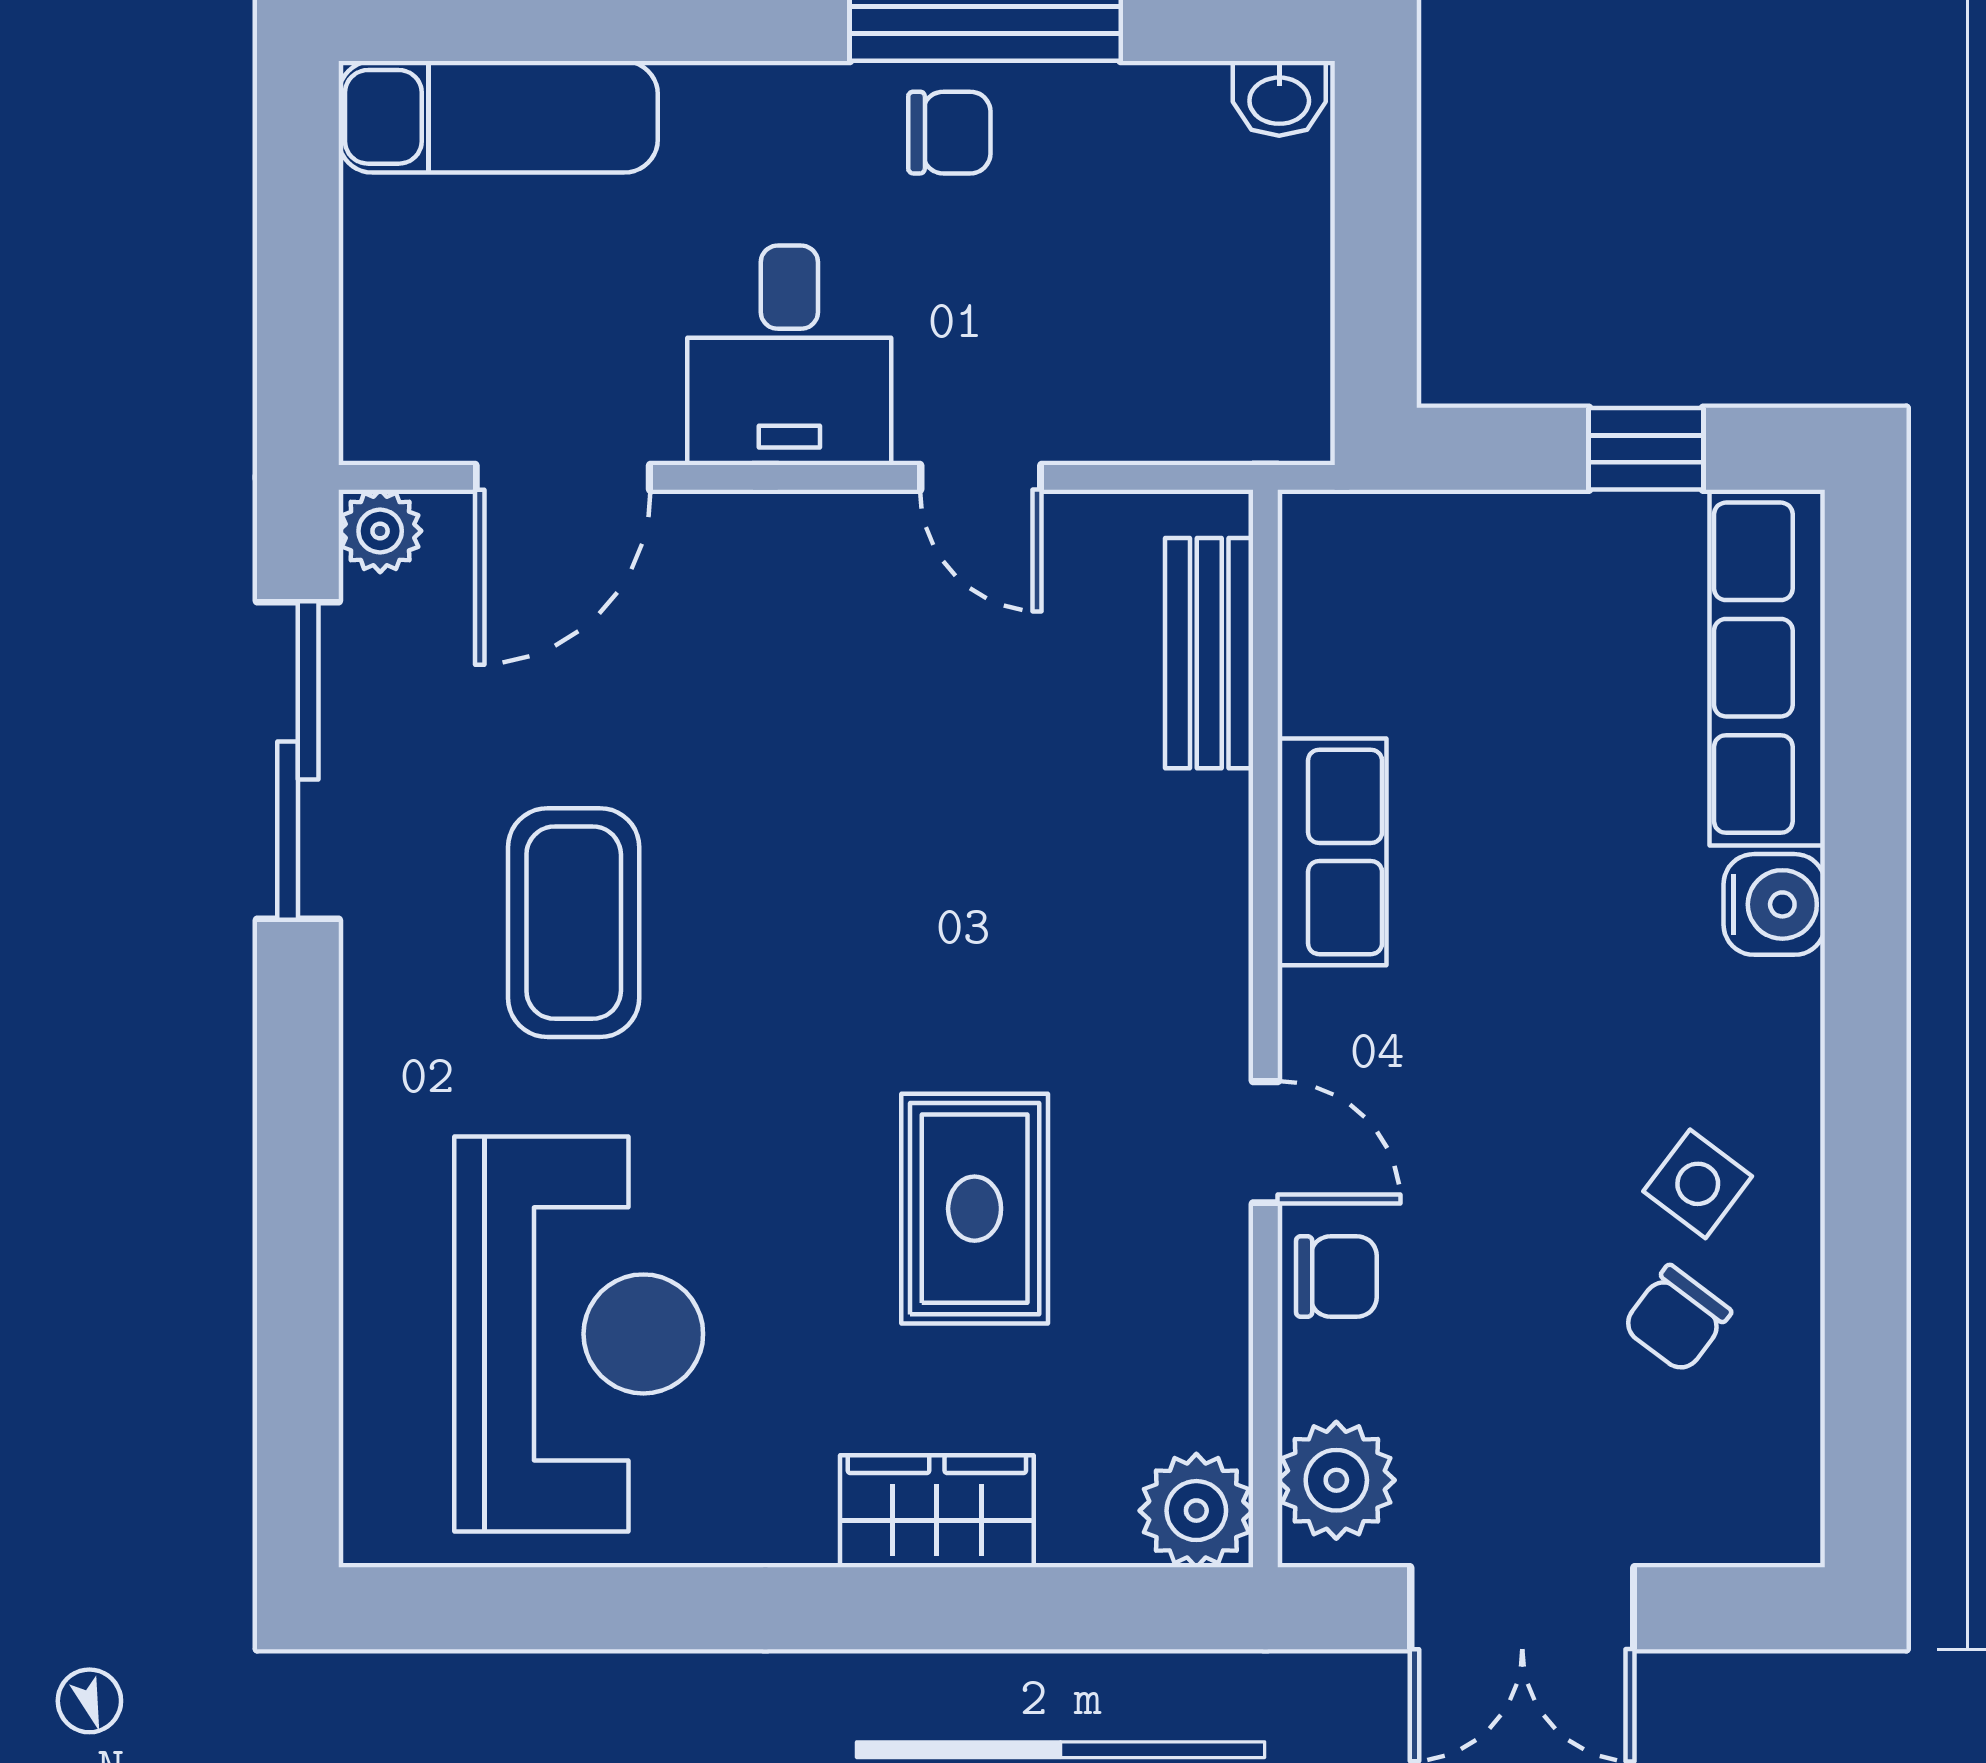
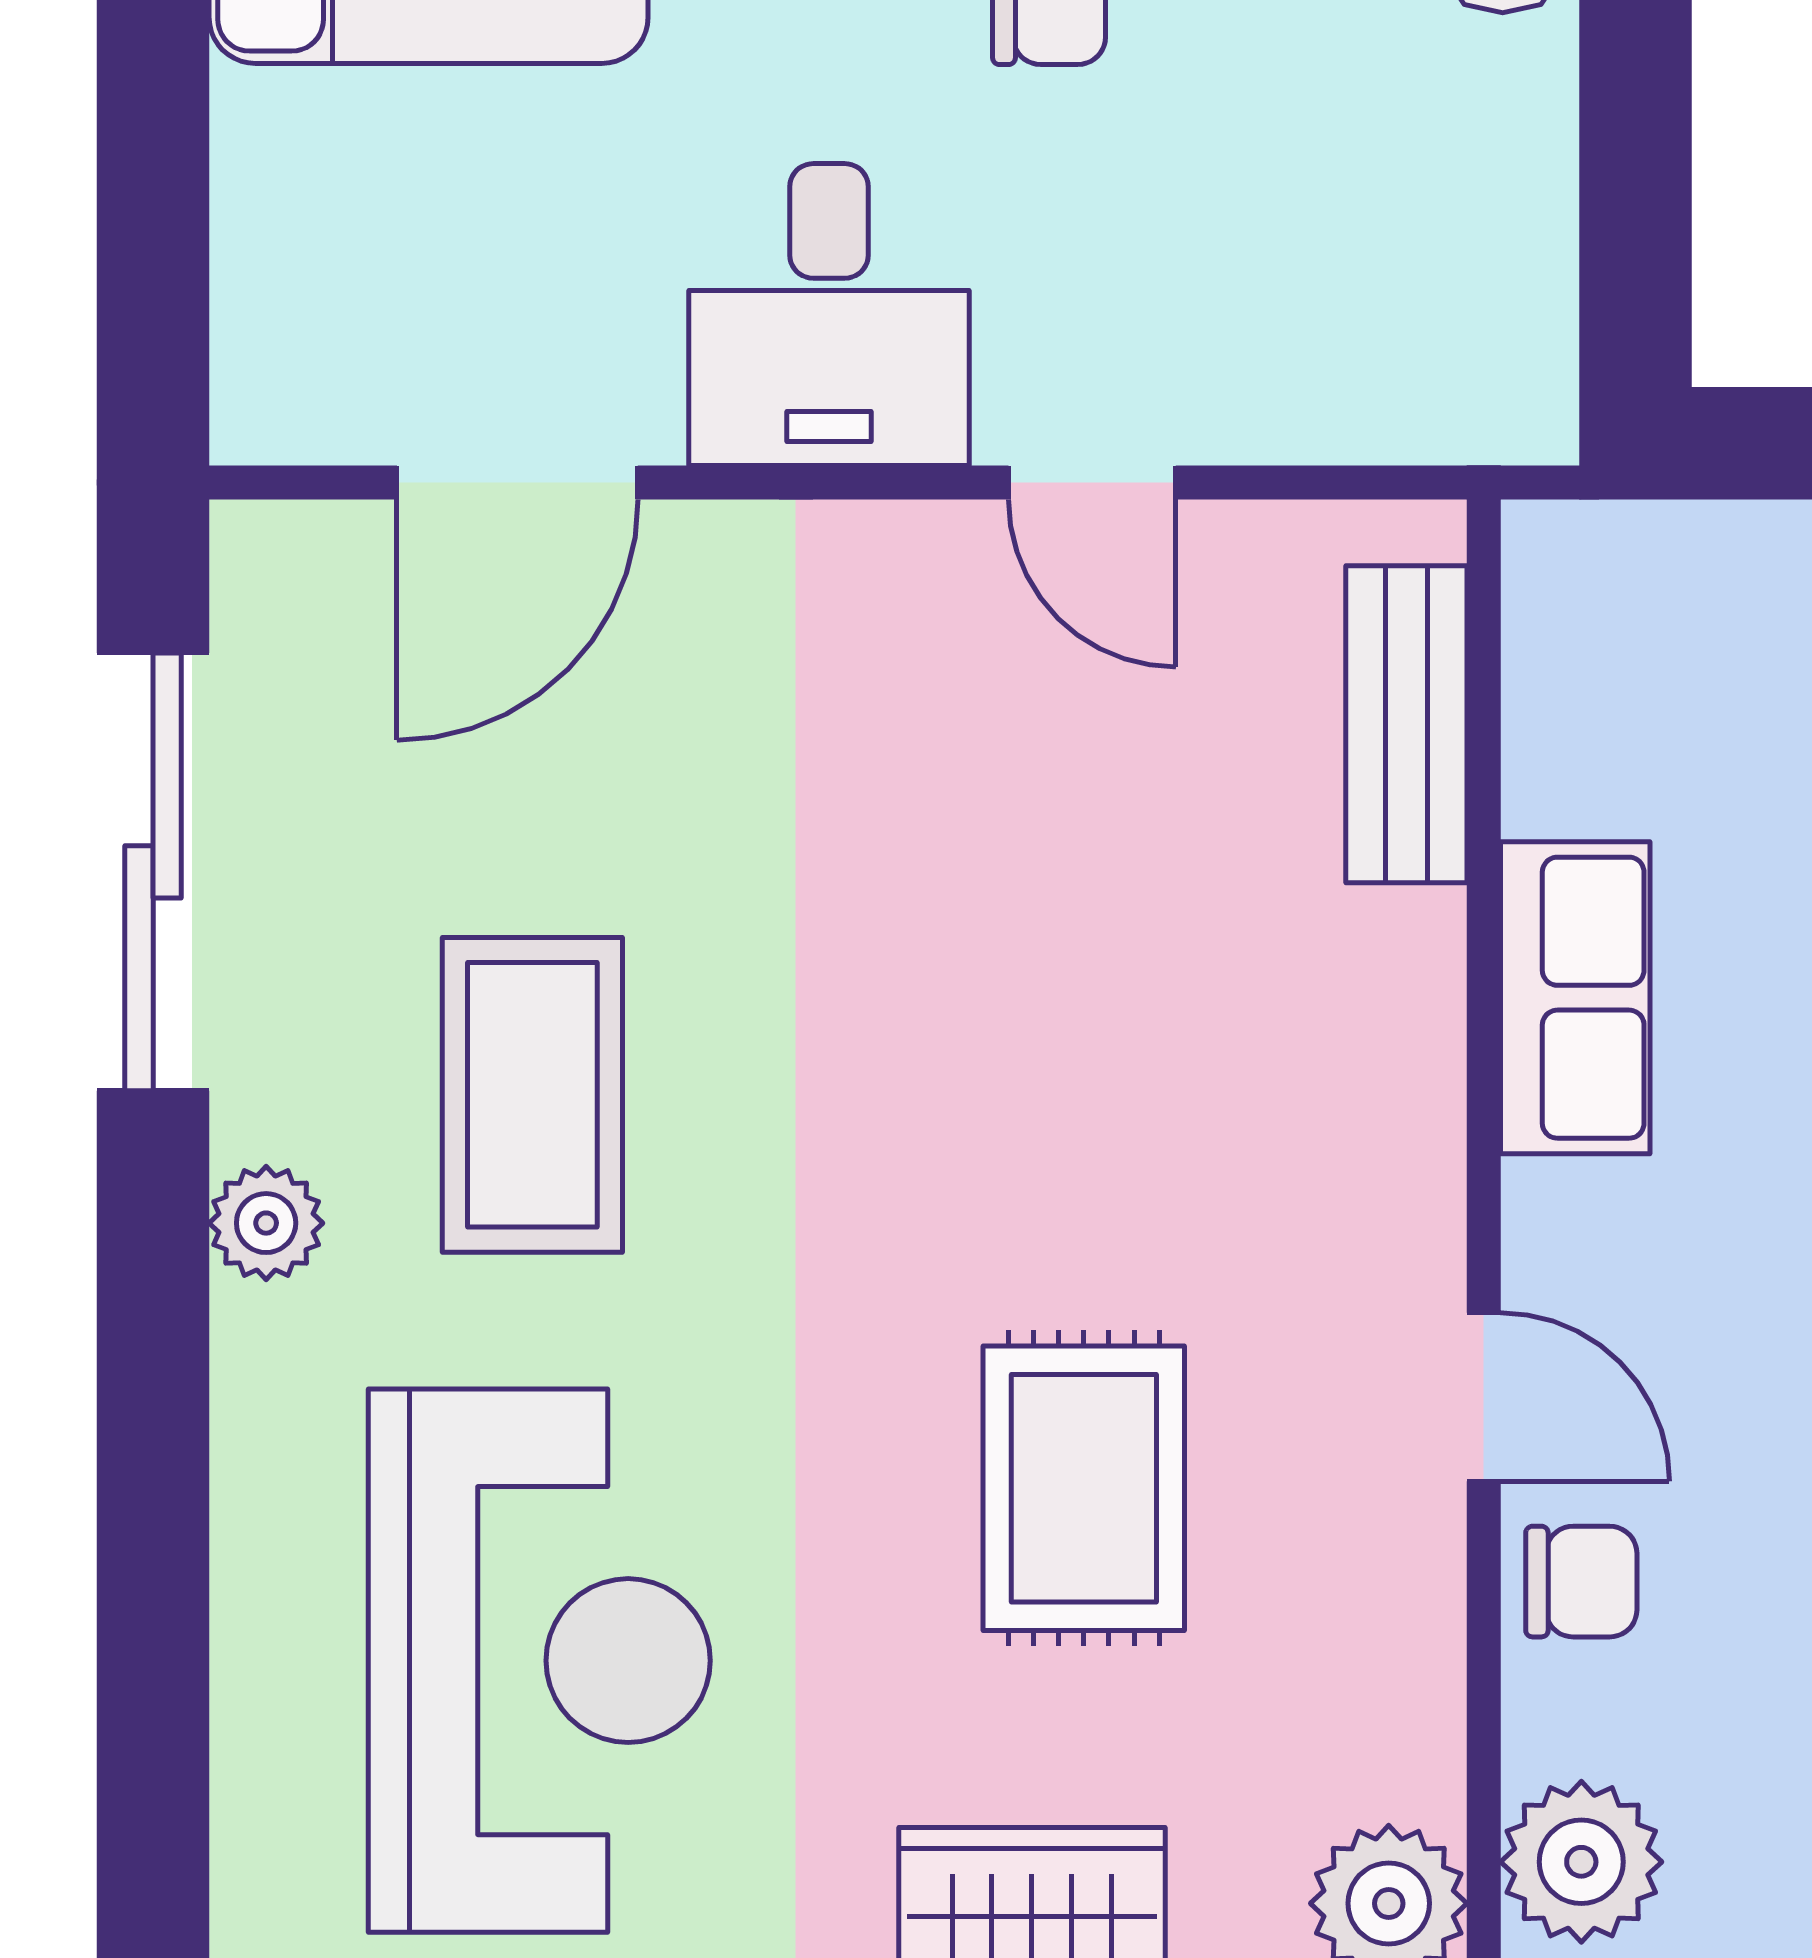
plant: (380, 531) -> (266, 1223), moved

